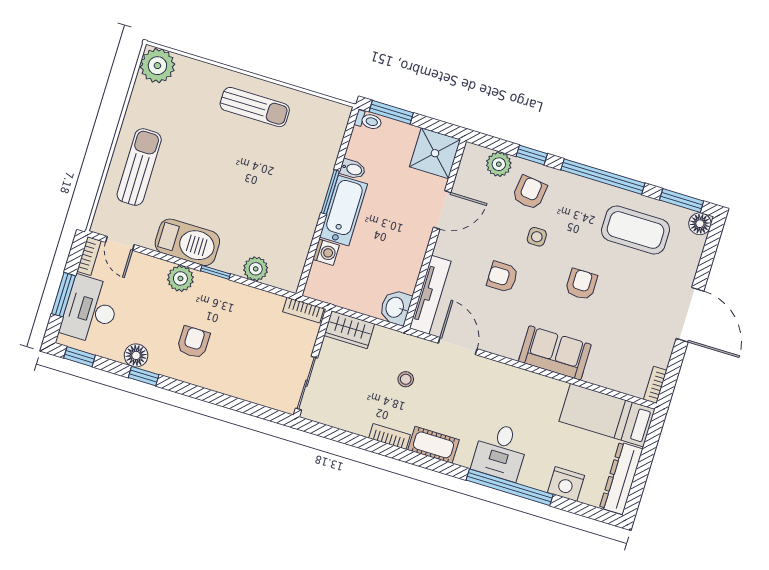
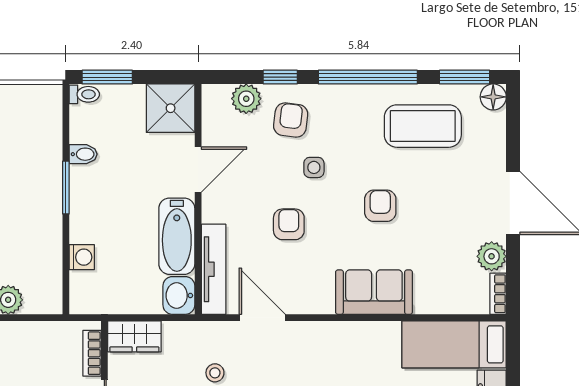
bathtub: (344, 211) -> (177, 236), moved, turned 180
armchair: (502, 277) -> (289, 224), turned 90
bookcase: (303, 310) -> (92, 353), moved, turned 90
plant: (659, 353) -> (492, 256), added

